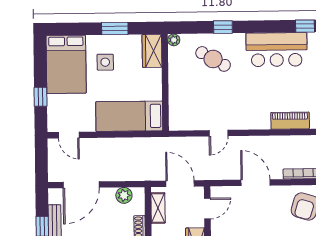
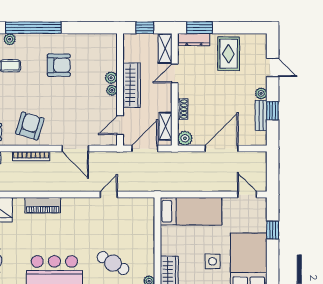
door: (180, 184) -> (145, 149), swing flipped
door: (81, 185) -> (222, 149), moved
plant: (124, 195) -> (185, 138), moved

